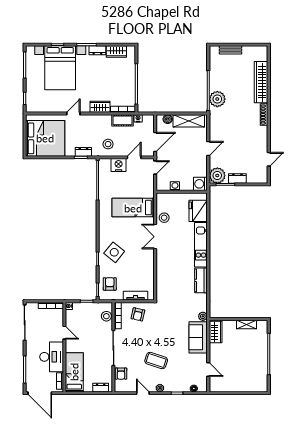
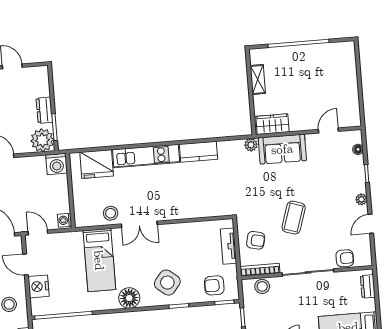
washing machine: (175, 186) -> (65, 220), moved
floor lamp: (106, 226) -> (129, 298), added
coffee table: (156, 361) -> (294, 218), moved

